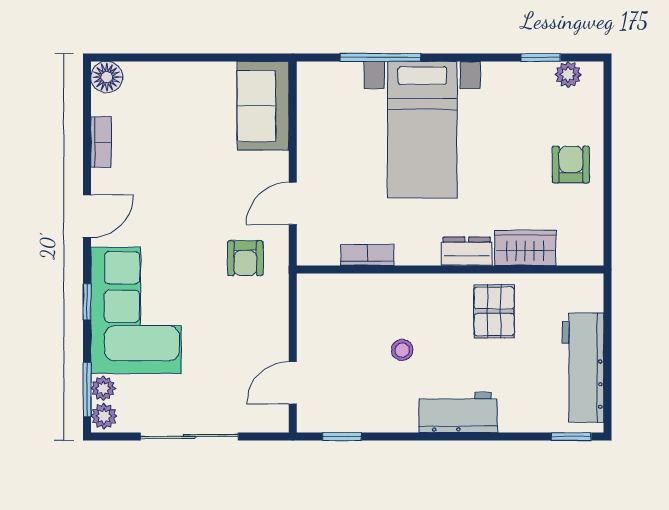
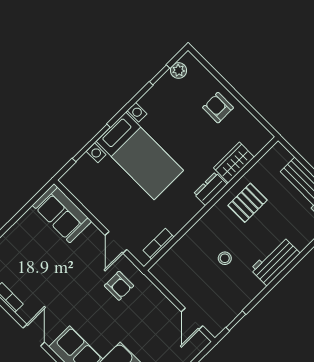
bookcase: (367, 255) -> (159, 244), moved
pallet: (494, 311) -> (248, 203), turned 90

